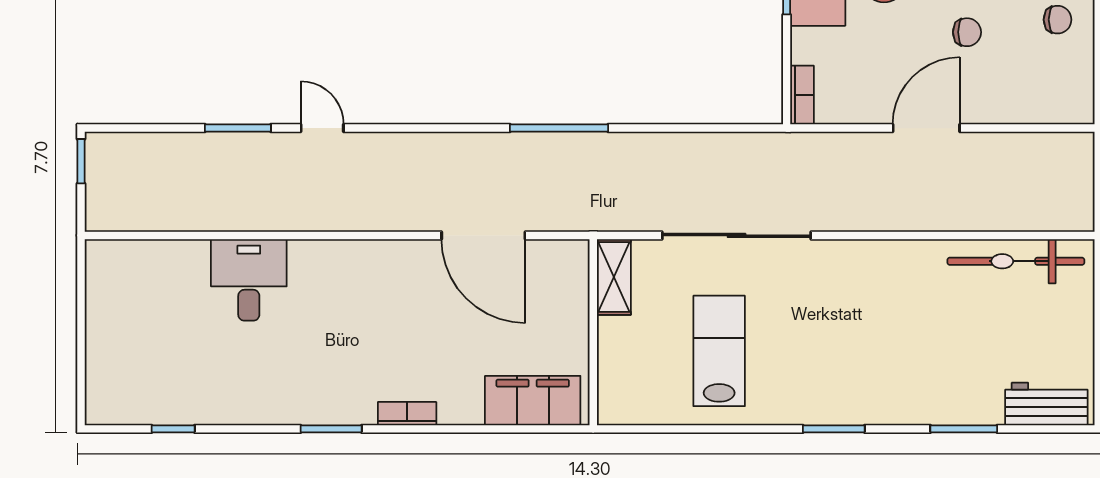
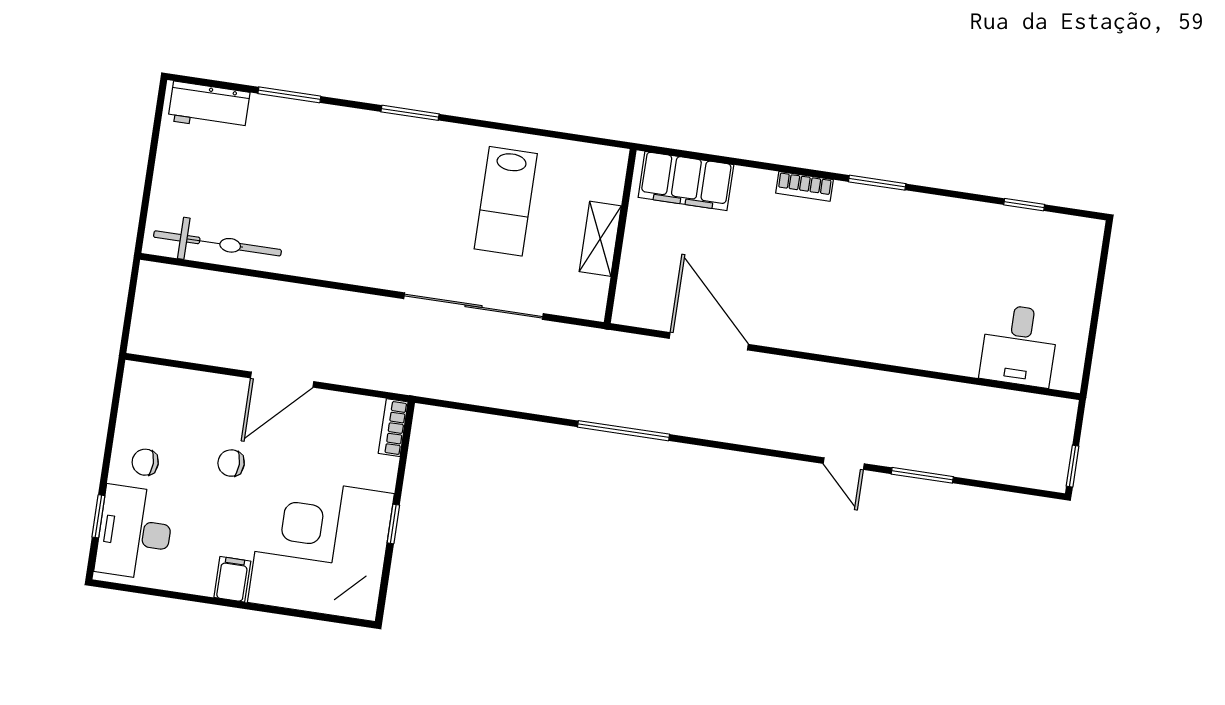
shelving: (614, 277) -> (600, 239), moved
desk: (249, 280) -> (1019, 345), moved

